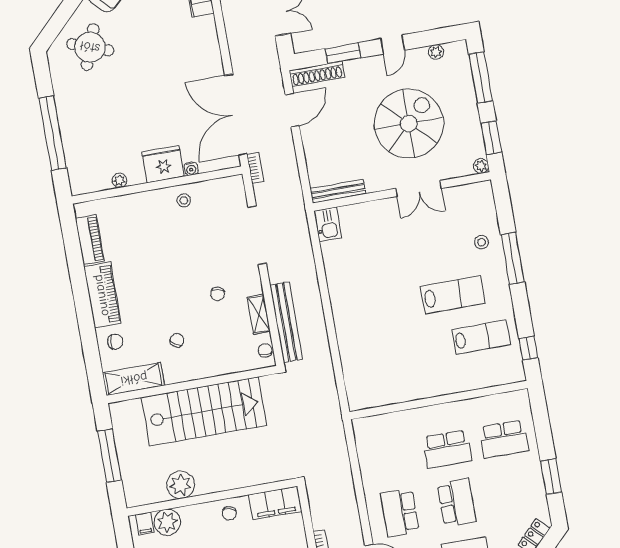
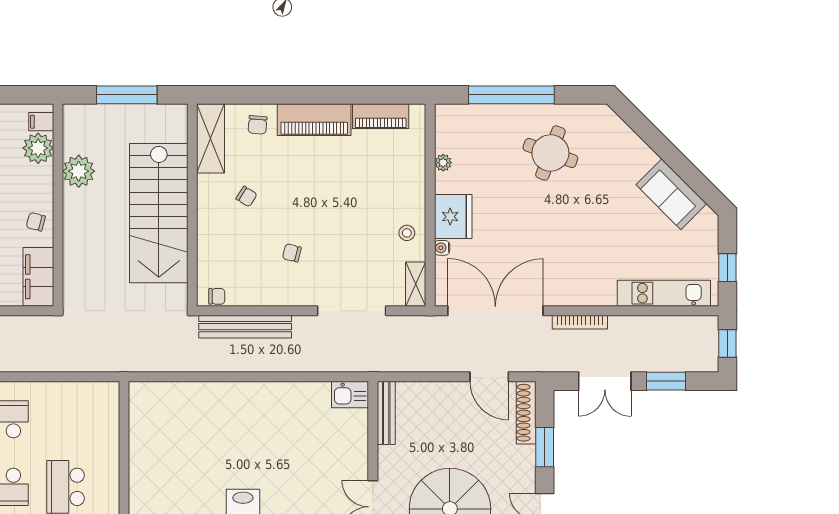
round table: (90, 47) -> (550, 153), moved
bookcase: (255, 168) -> (580, 322), moved, width x1.56
shelving: (259, 314) -> (416, 284), moved, turned 90

